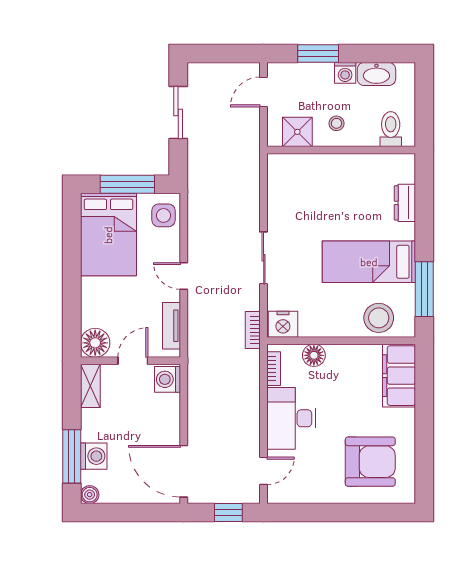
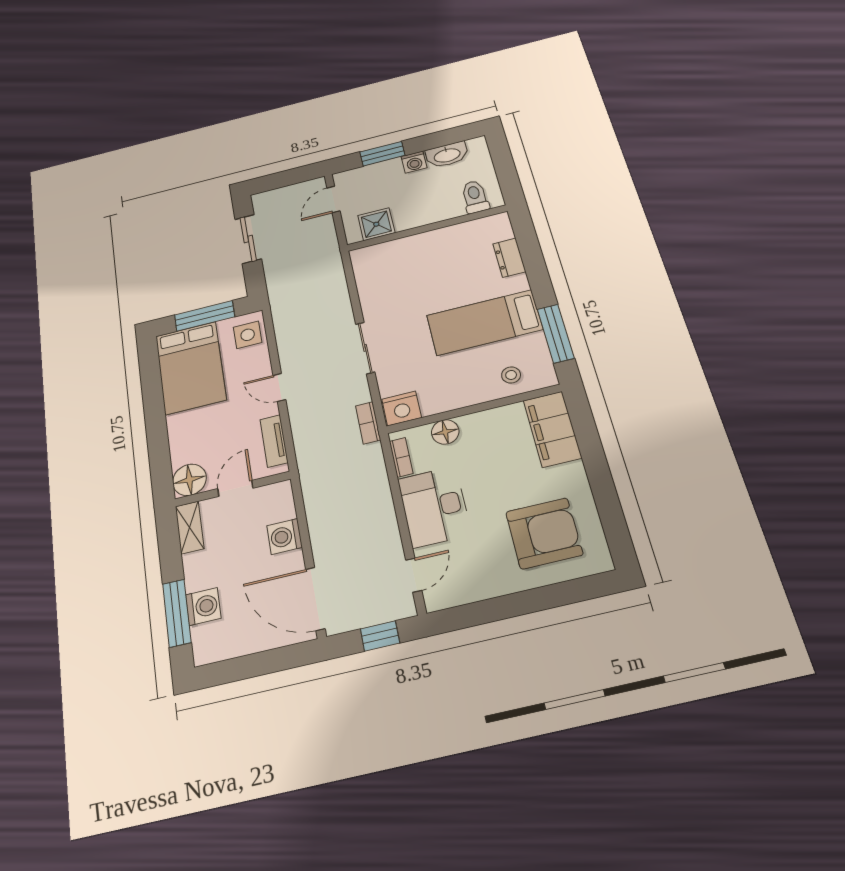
stool: (337, 123) -> (416, 206), removed
stool: (379, 318) -> (511, 375), width x0.53, depth x0.53
washing machine: (167, 379) -> (285, 536), moved
boiler: (90, 495) -> (204, 654), removed

